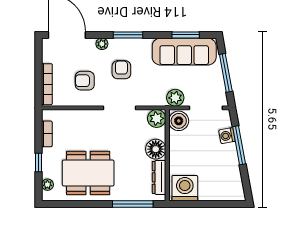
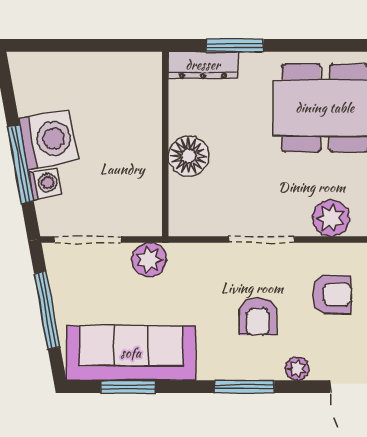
plant: (157, 118) -> (331, 218), moved
boiler: (179, 121) -> (142, 213), removed
dresser: (159, 177) -> (203, 65), moved, turned 90
washing machine: (185, 188) -> (49, 139), moved, turned -100
window: (133, 204) -> (235, 45), width x0.69

